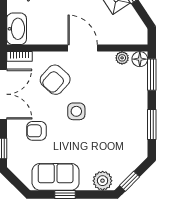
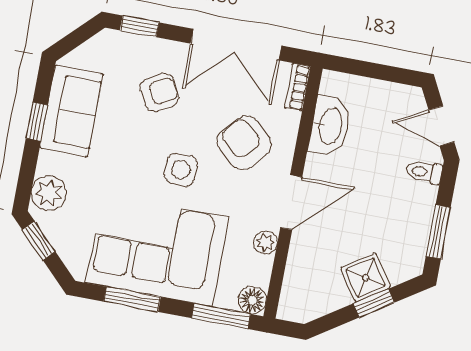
washbasin: (17, 29) -> (330, 126), moved, turned -90
plant: (122, 58) -> (266, 243), moved
corner sofa: (122, 116) -> (158, 250), added
armchair: (36, 131) -> (160, 92), turned 61

